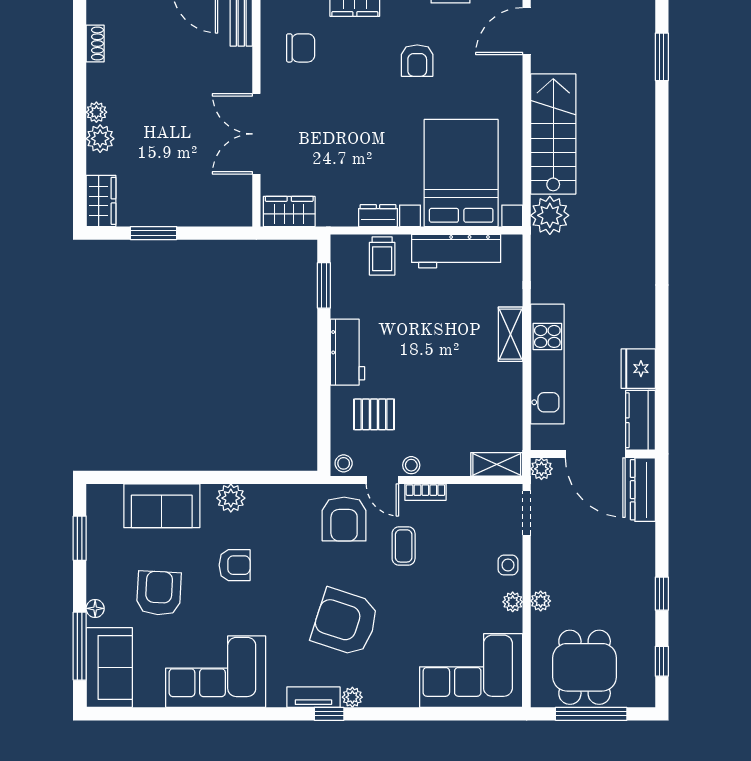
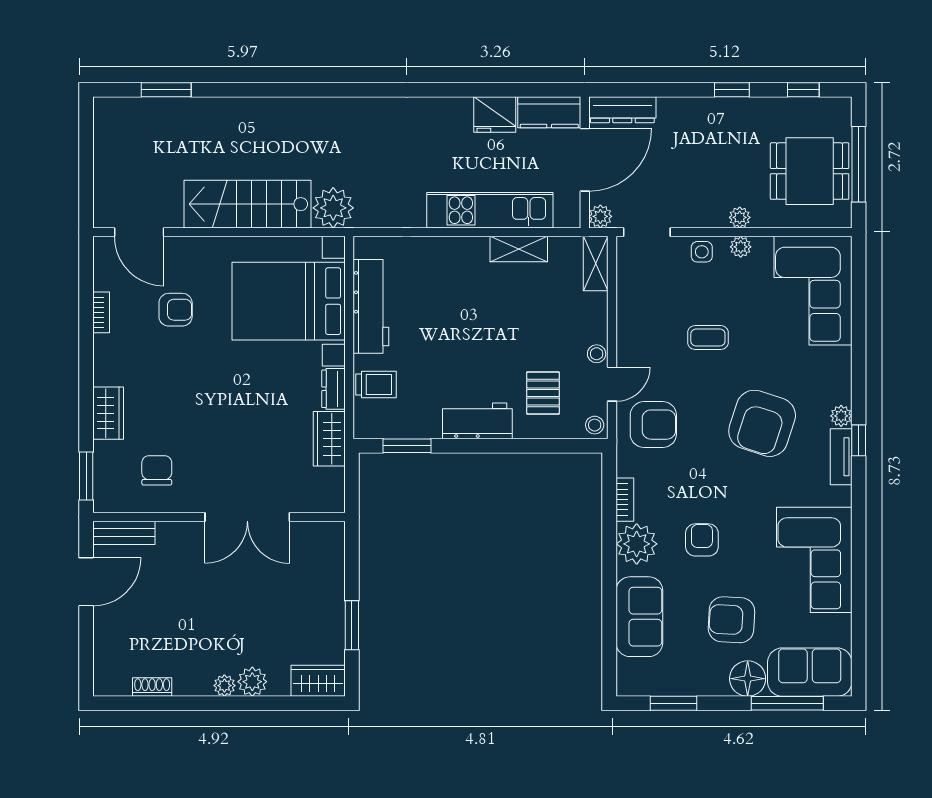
armchair: (417, 61) -> (176, 310), moved
wardrobe: (289, 211) -> (329, 439), moved
shelving: (511, 334) -> (519, 249), moved
bookcase: (425, 492) -> (625, 500), moved
plant: (231, 498) -> (637, 544), width x1.36, depth x1.36
coffee table: (404, 546) -> (708, 338), moved
floor lamp: (95, 608) -> (748, 679), width x1.89, depth x1.89

